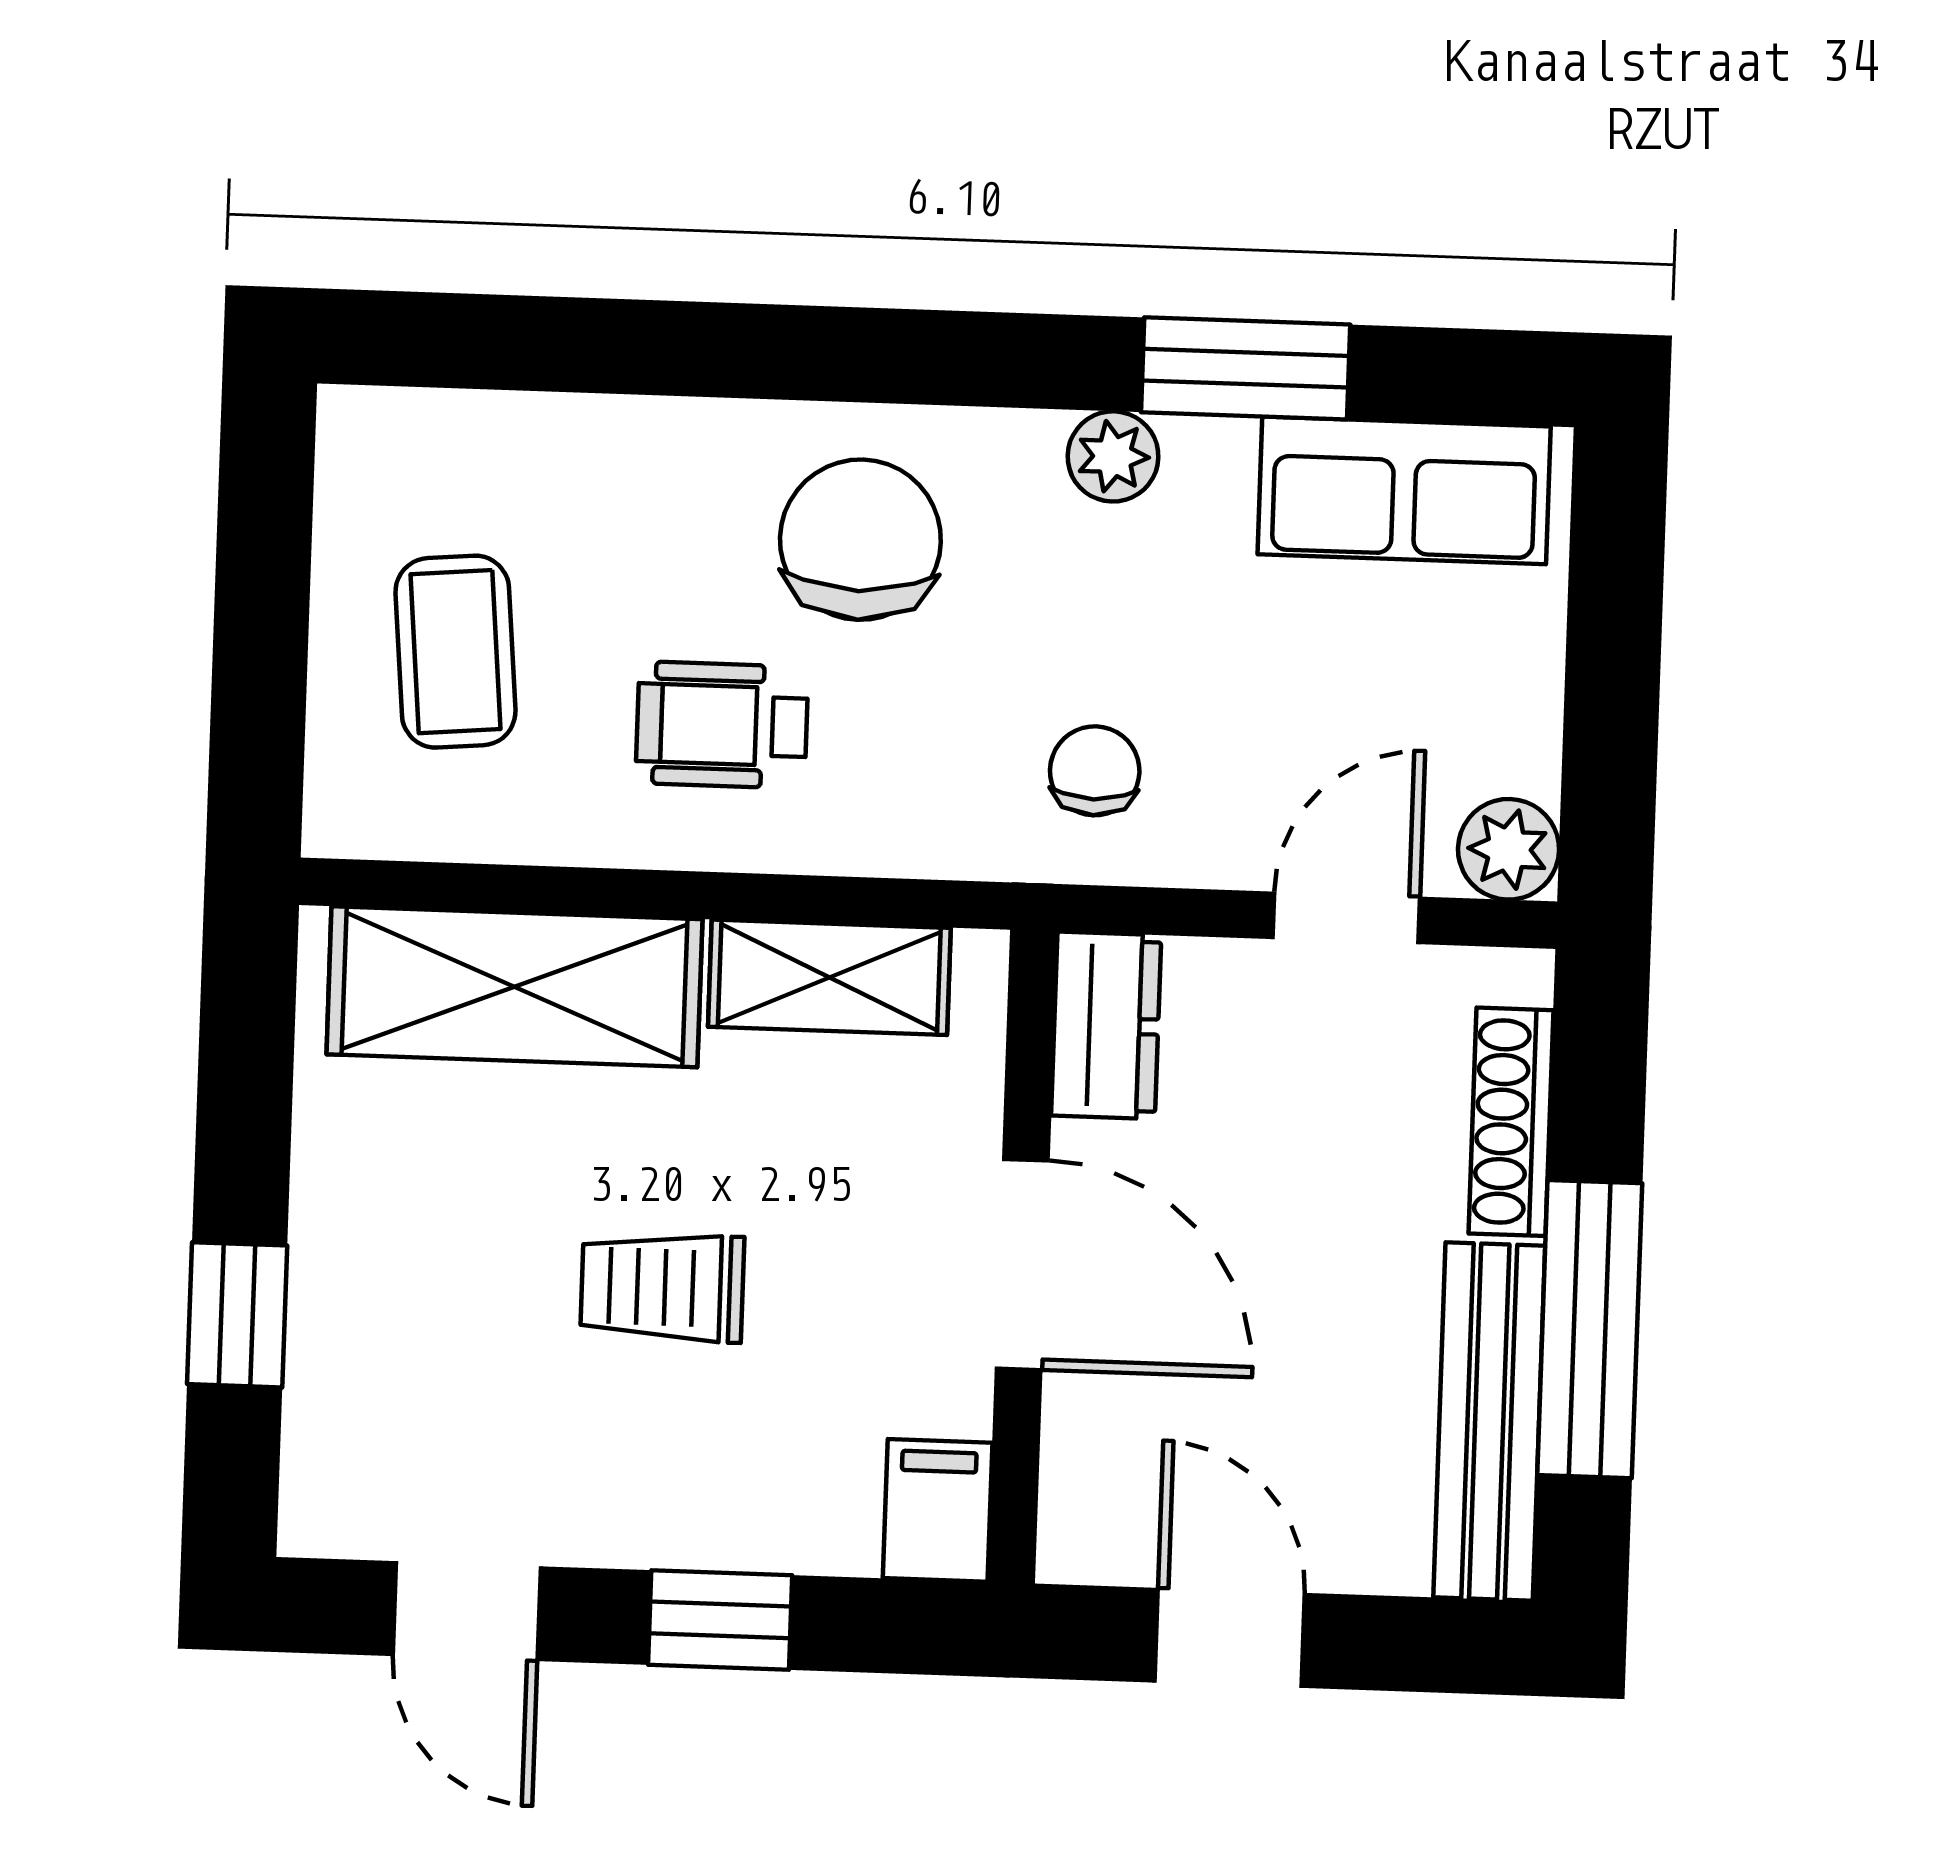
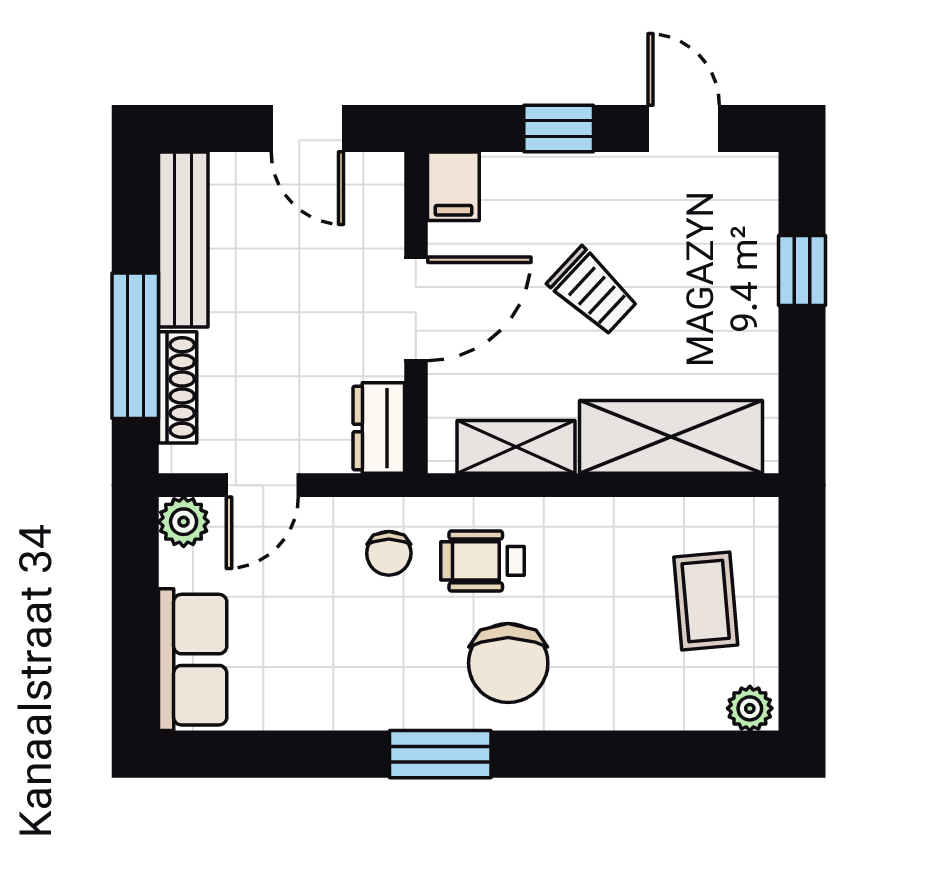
window: (1246, 368) -> (440, 754), moved
plant: (1113, 456) -> (750, 708), moved
row of seats: (1404, 490) -> (193, 660), moved, turned 90
wheelchair: (722, 725) -> (482, 561), moved, turned 180
door: (1022, 1264) -> (416, 309), swing flipped
trolley: (662, 1287) -> (593, 291), turned 43
window: (1590, 1329) -> (135, 346), moved

